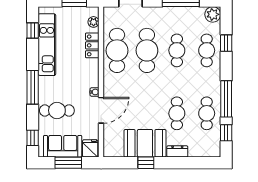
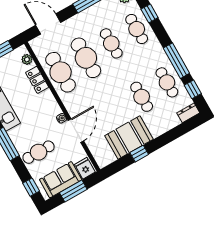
dresser: (177, 151) -> (188, 113), moved

